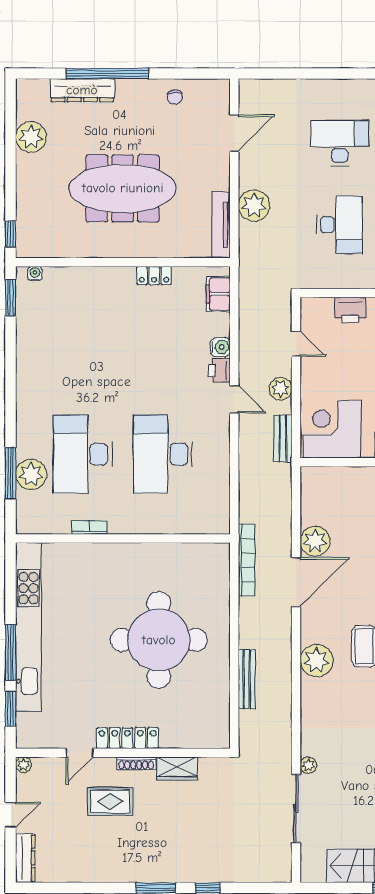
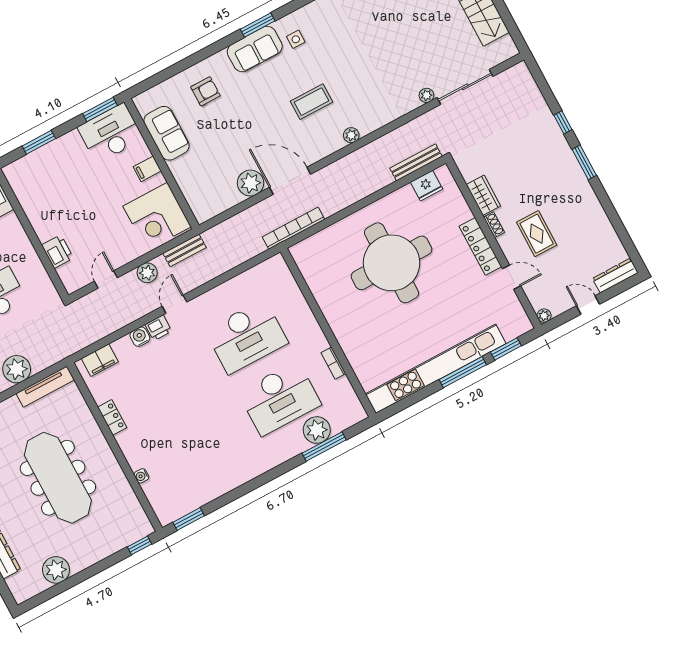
water cooler: (35, 274) -> (141, 476), moved
plant: (316, 661) -> (351, 135), width x0.53, depth x0.53
bench: (247, 679) -> (416, 162), moved
fridge: (218, 717) -> (426, 186), added
shoe rack: (136, 763) -> (494, 225), width x0.70

